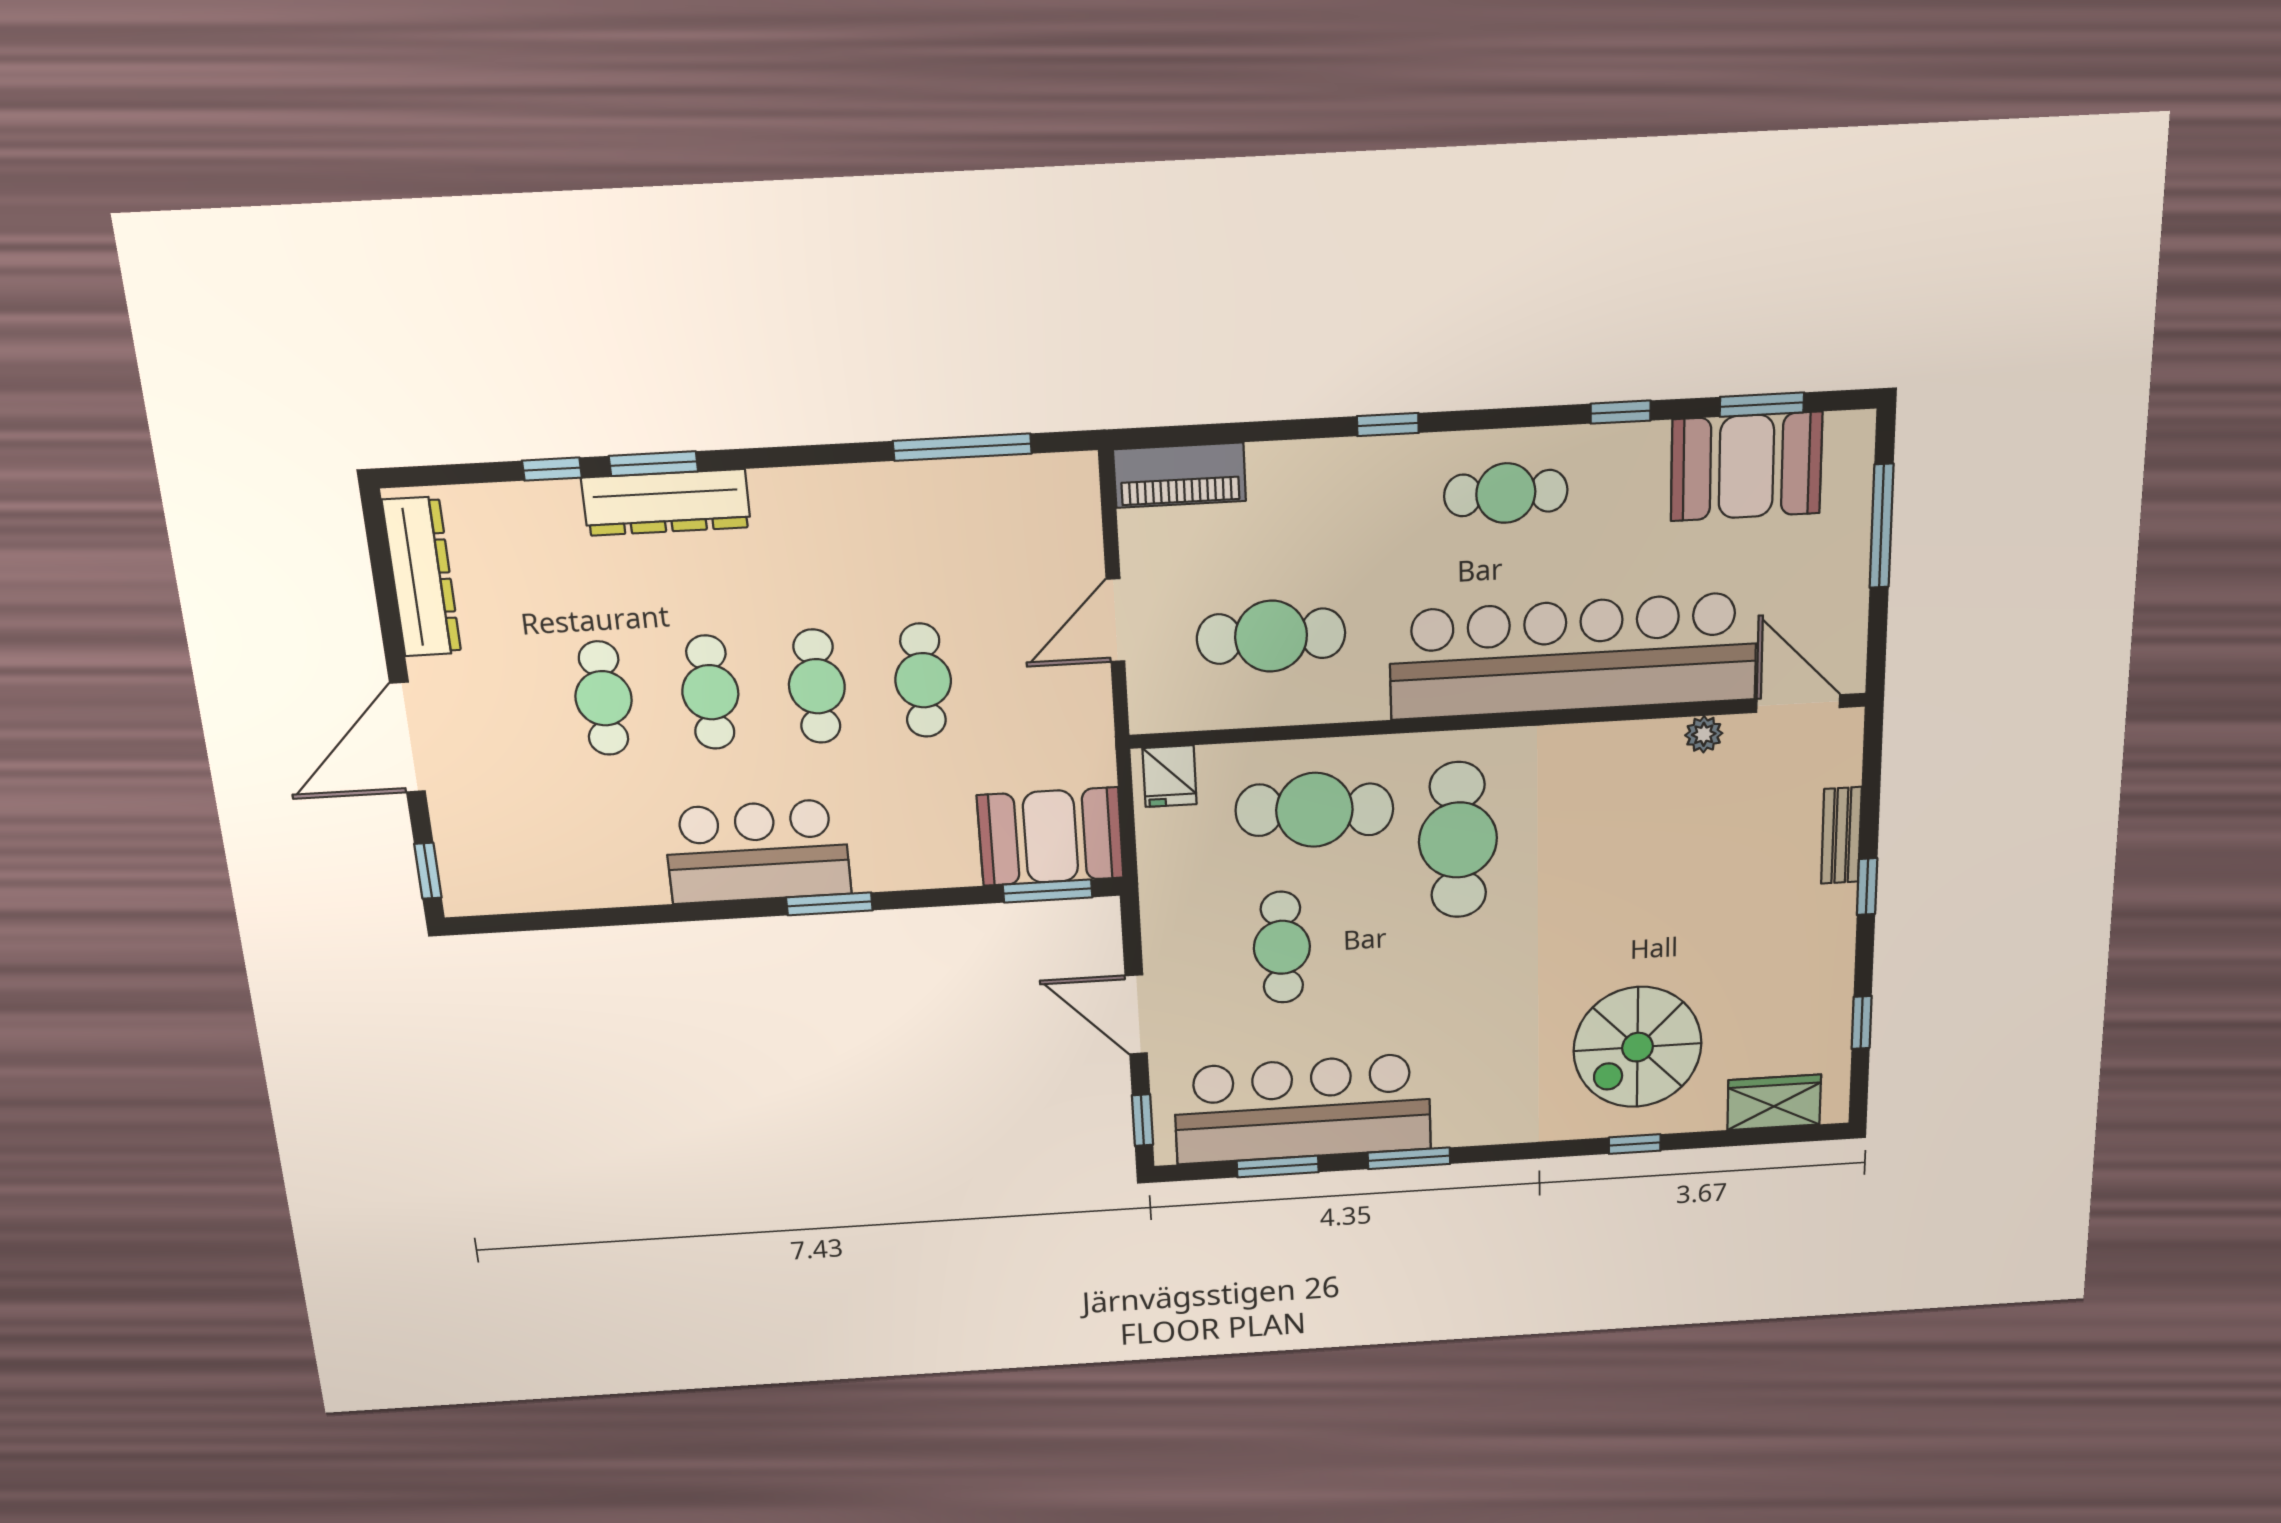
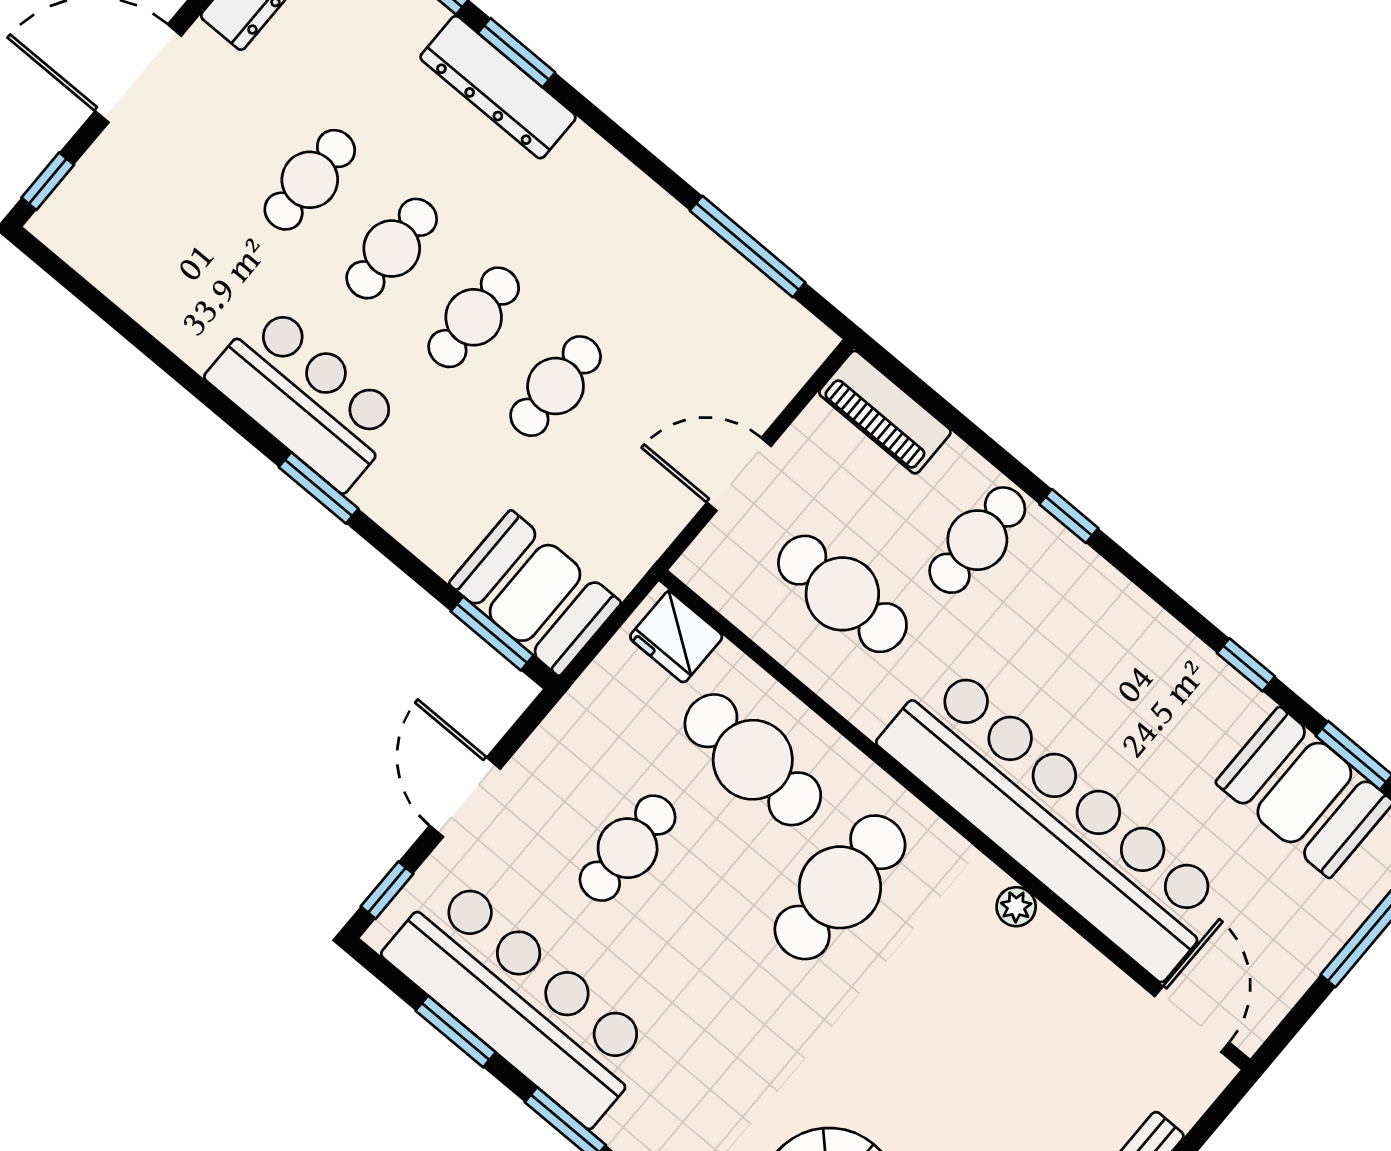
cafe table: (1506, 493) -> (977, 540), moved, turned 90
plant: (1704, 734) -> (1016, 907), moved
fridge: (1170, 776) -> (676, 637), width x1.38

